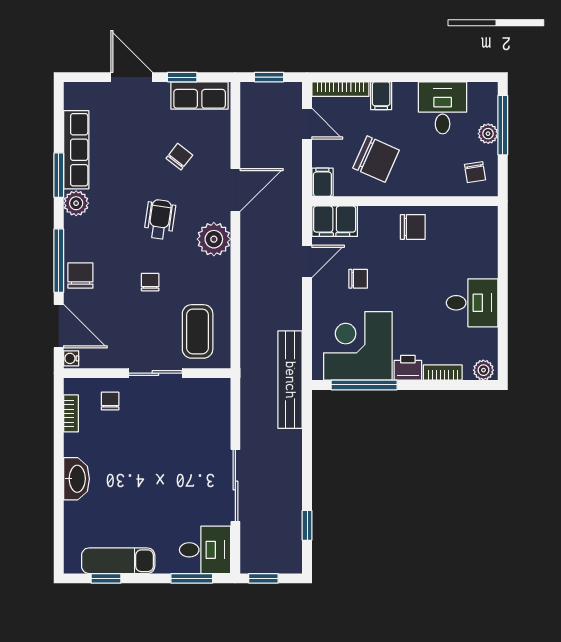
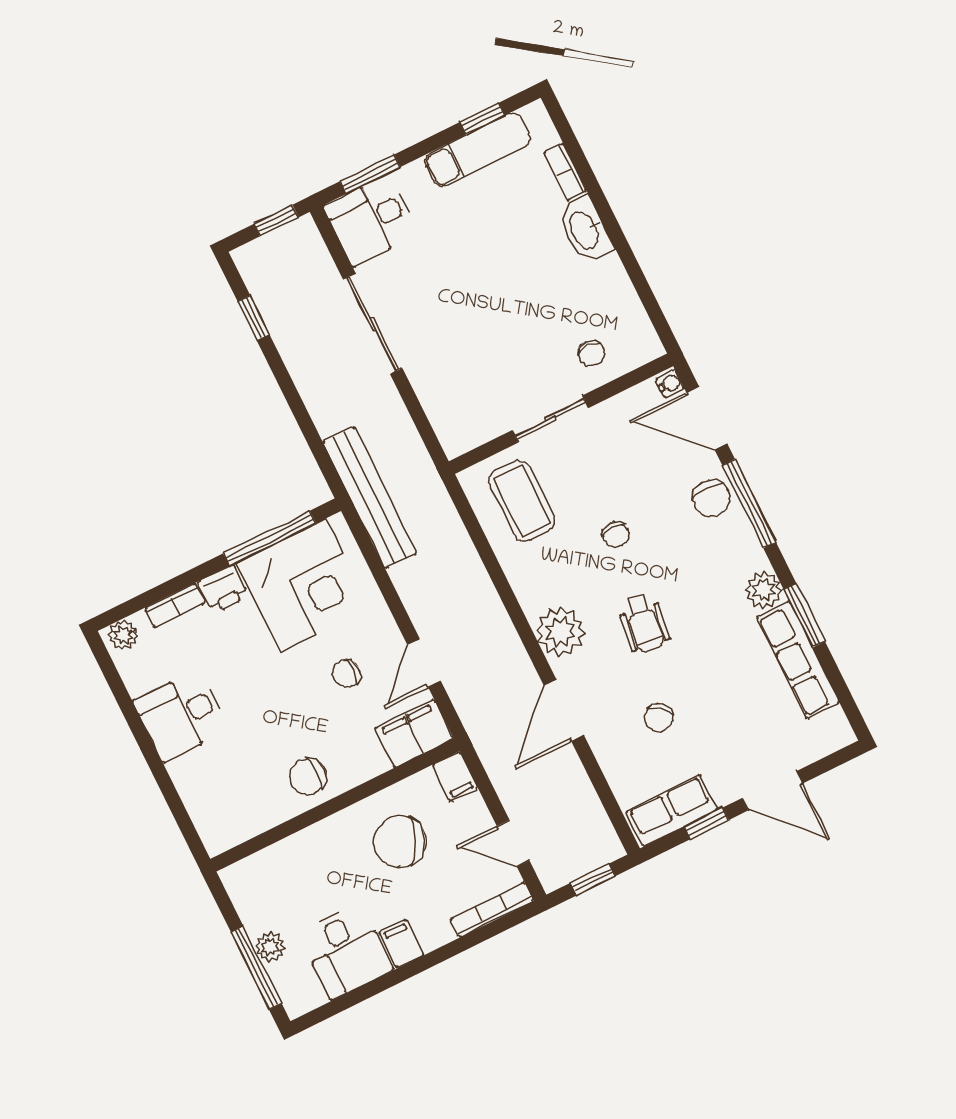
filing cabinet: (381, 96) -> (401, 944), moved
chair: (475, 172) -> (262, 888), removed
bookcase: (71, 413) -> (565, 172), moved

